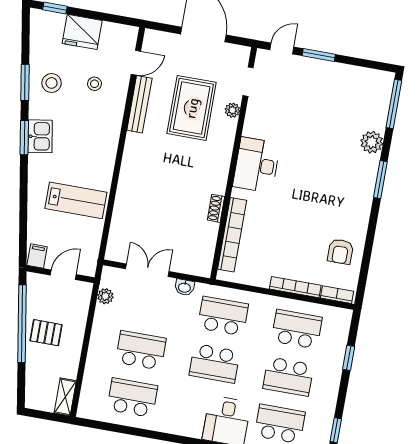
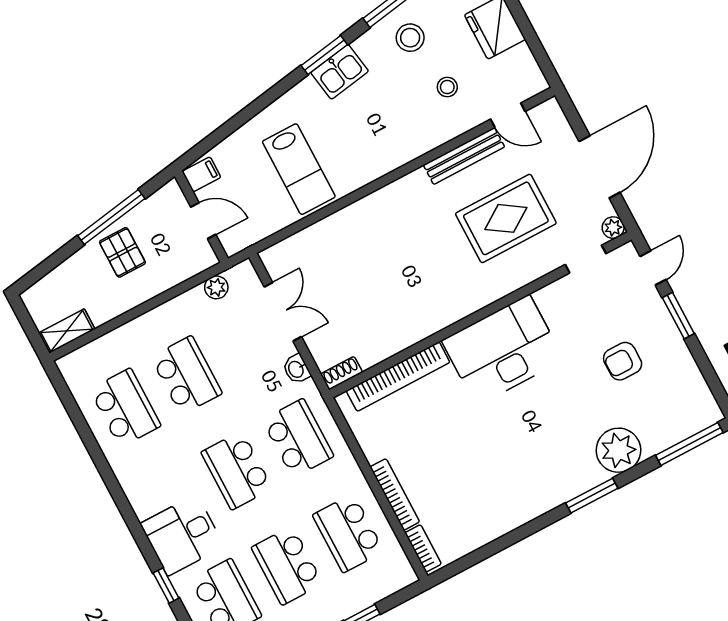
door: (282, 48) -> (653, 268), hinge flipped
plant: (232, 110) -> (613, 228), moved
plant: (372, 142) -> (618, 450), width x1.36, depth x1.36
desk: (256, 165) -> (503, 350), width x1.36, depth x1.30
shoe rack: (216, 208) -> (342, 373), moved
armchair: (340, 252) -> (623, 361), moved
window: (22, 324) -> (111, 217), width x0.68
school desk: (297, 329) -> (348, 533), turned 180

